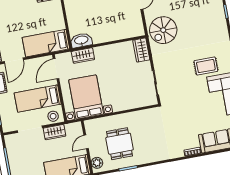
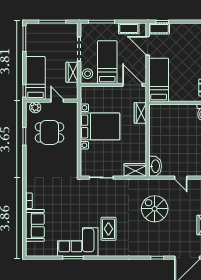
spiral stairs: (163, 30) -> (155, 209), moved
washbasin: (81, 40) -> (155, 166), moved
bed with nightstands: (86, 97) -> (100, 126), moved

